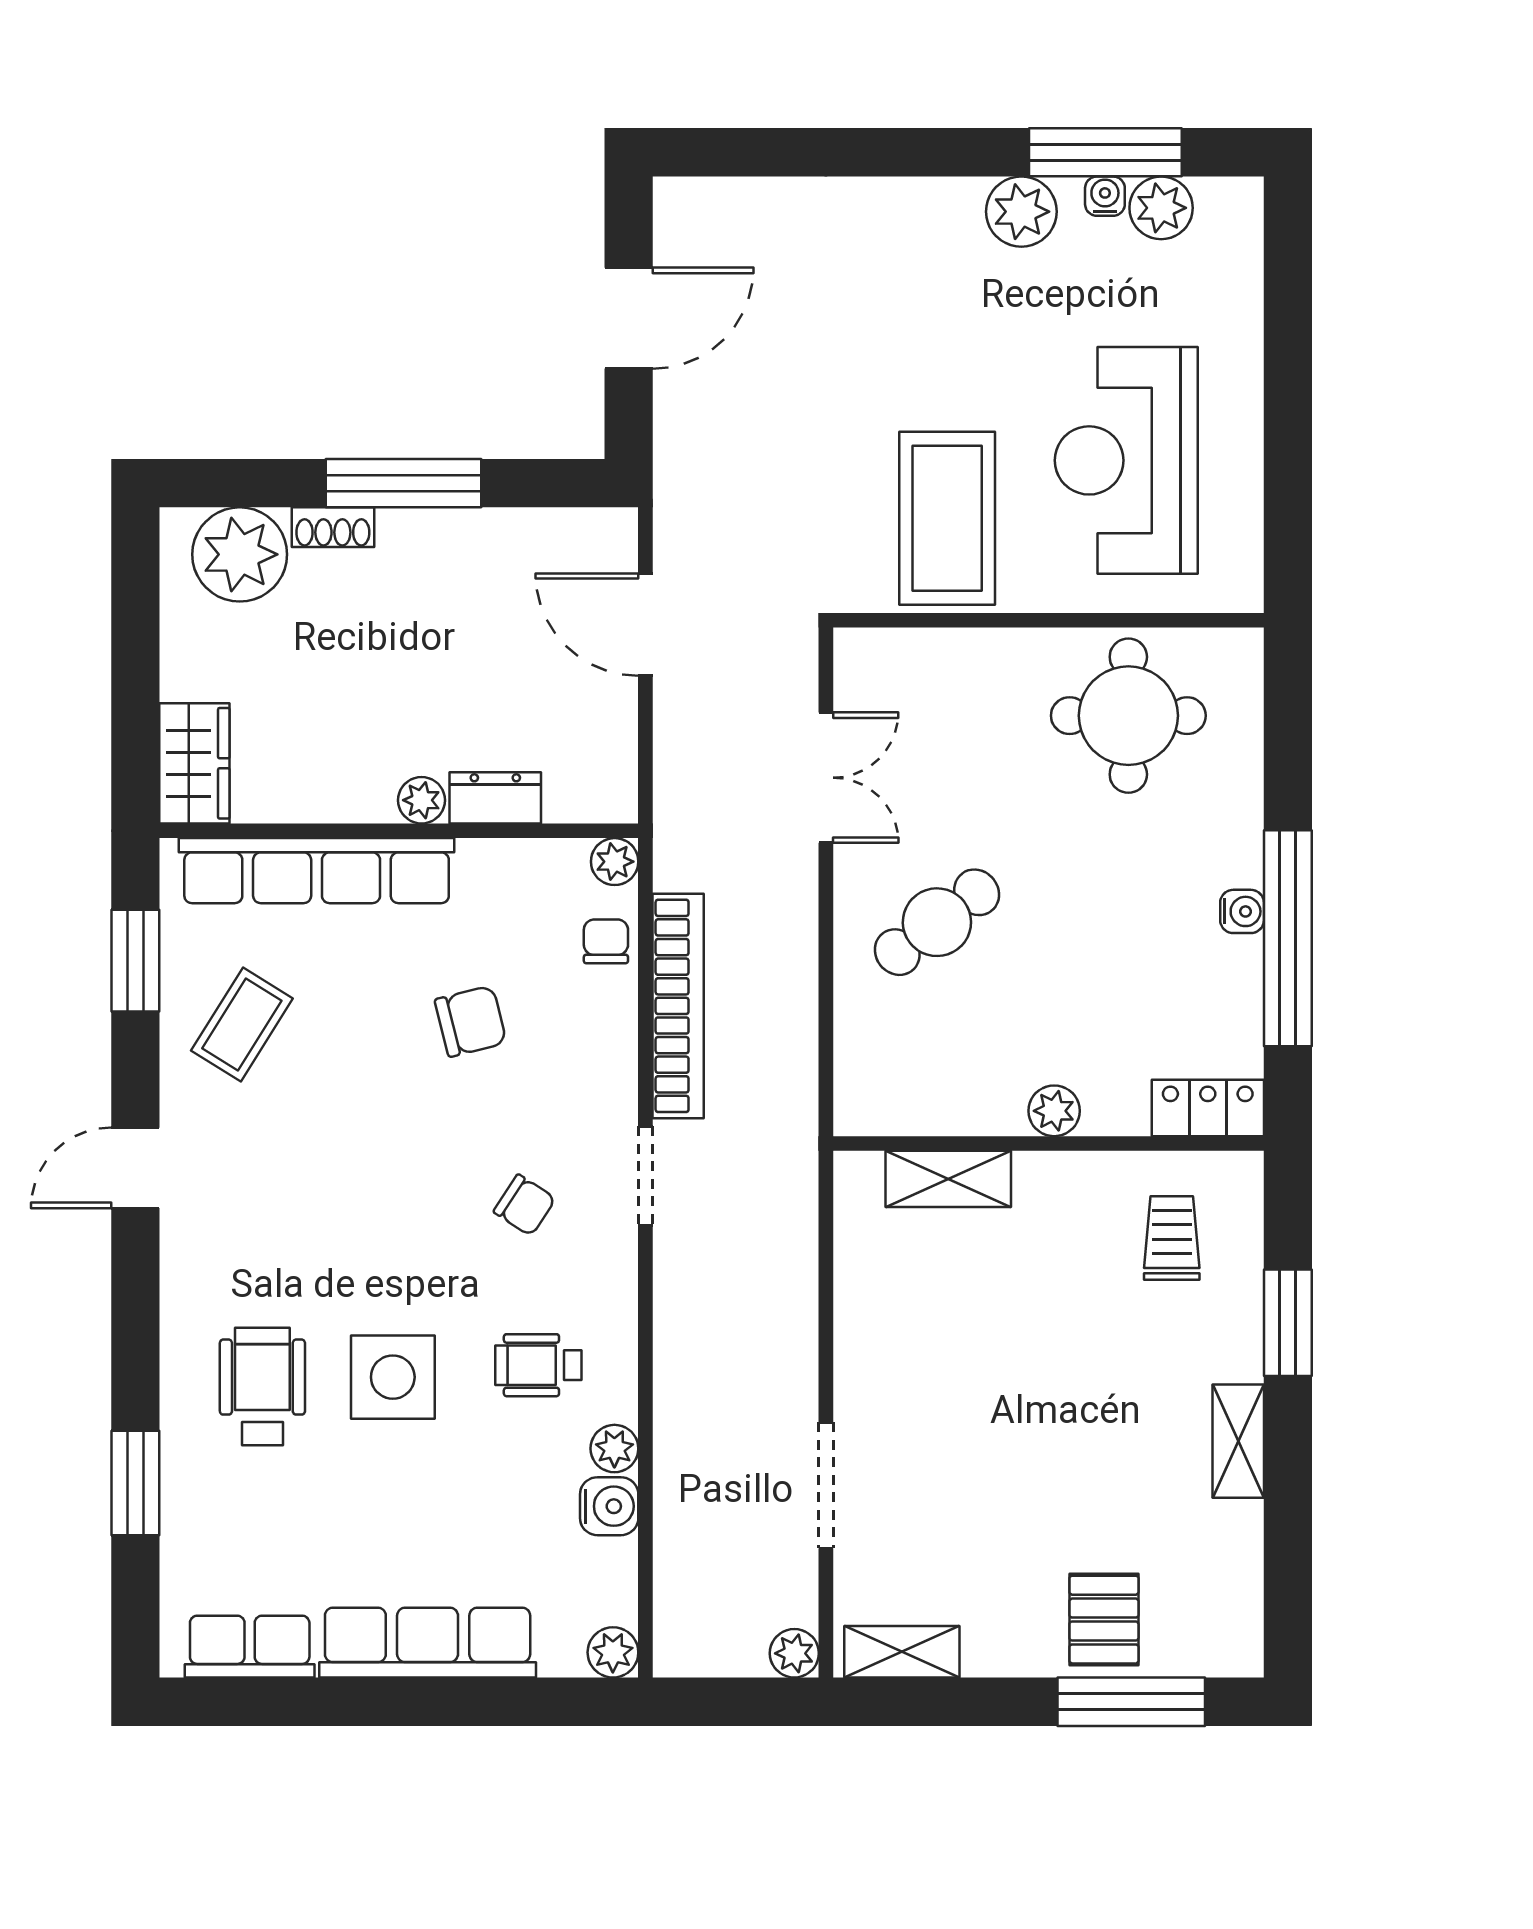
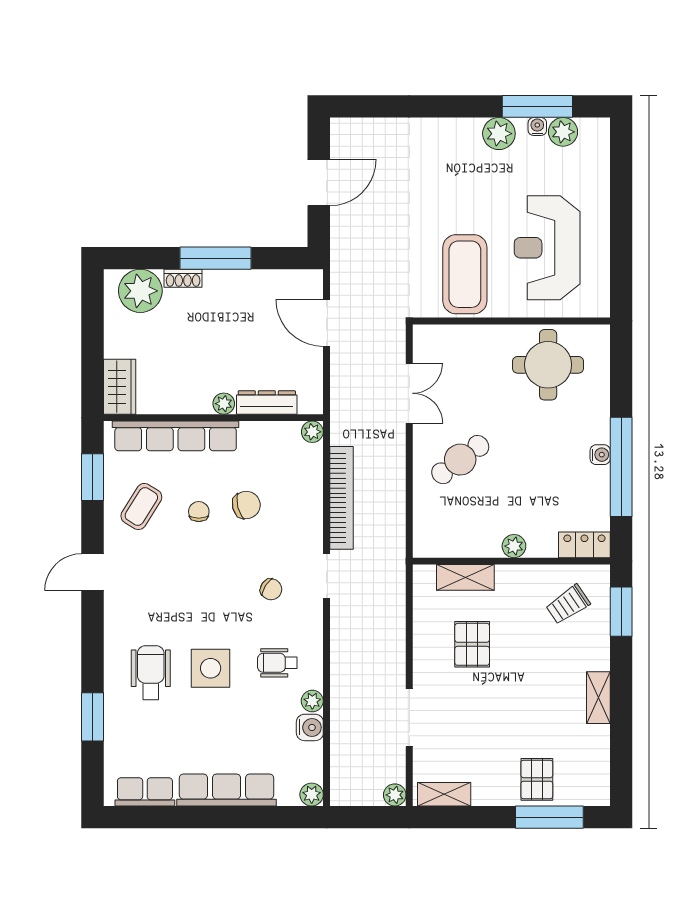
dresser: (495, 798) -> (267, 403), width x1.44
chair: (606, 941) -> (199, 512), moved
trolley: (1172, 1238) -> (568, 604), turned -124
window: (1288, 1323) -> (621, 612), moved
pallet: (963, 1325) -> (472, 644), added

